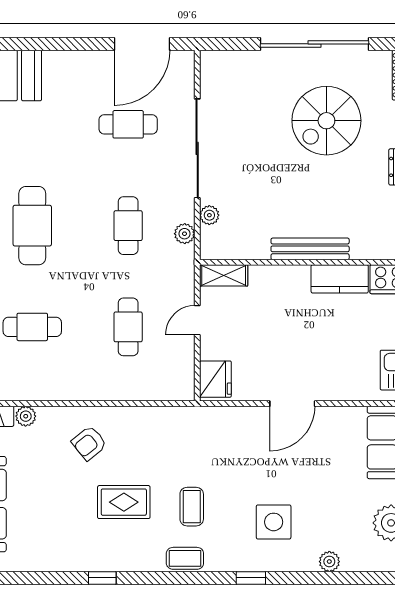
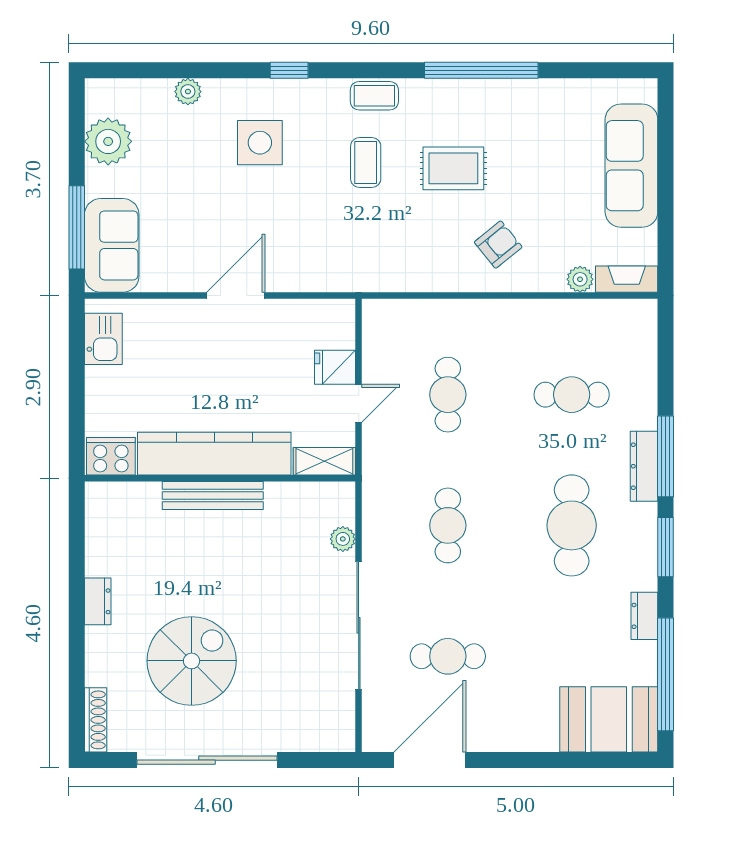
plant: (185, 234) -> (375, 515), removed
kitchen counter: (340, 279) -> (214, 454), width x2.08, depth x1.17
fridge: (215, 379) -> (335, 367), moved, width x0.72
window: (102, 578) -> (481, 70), width x3.17

